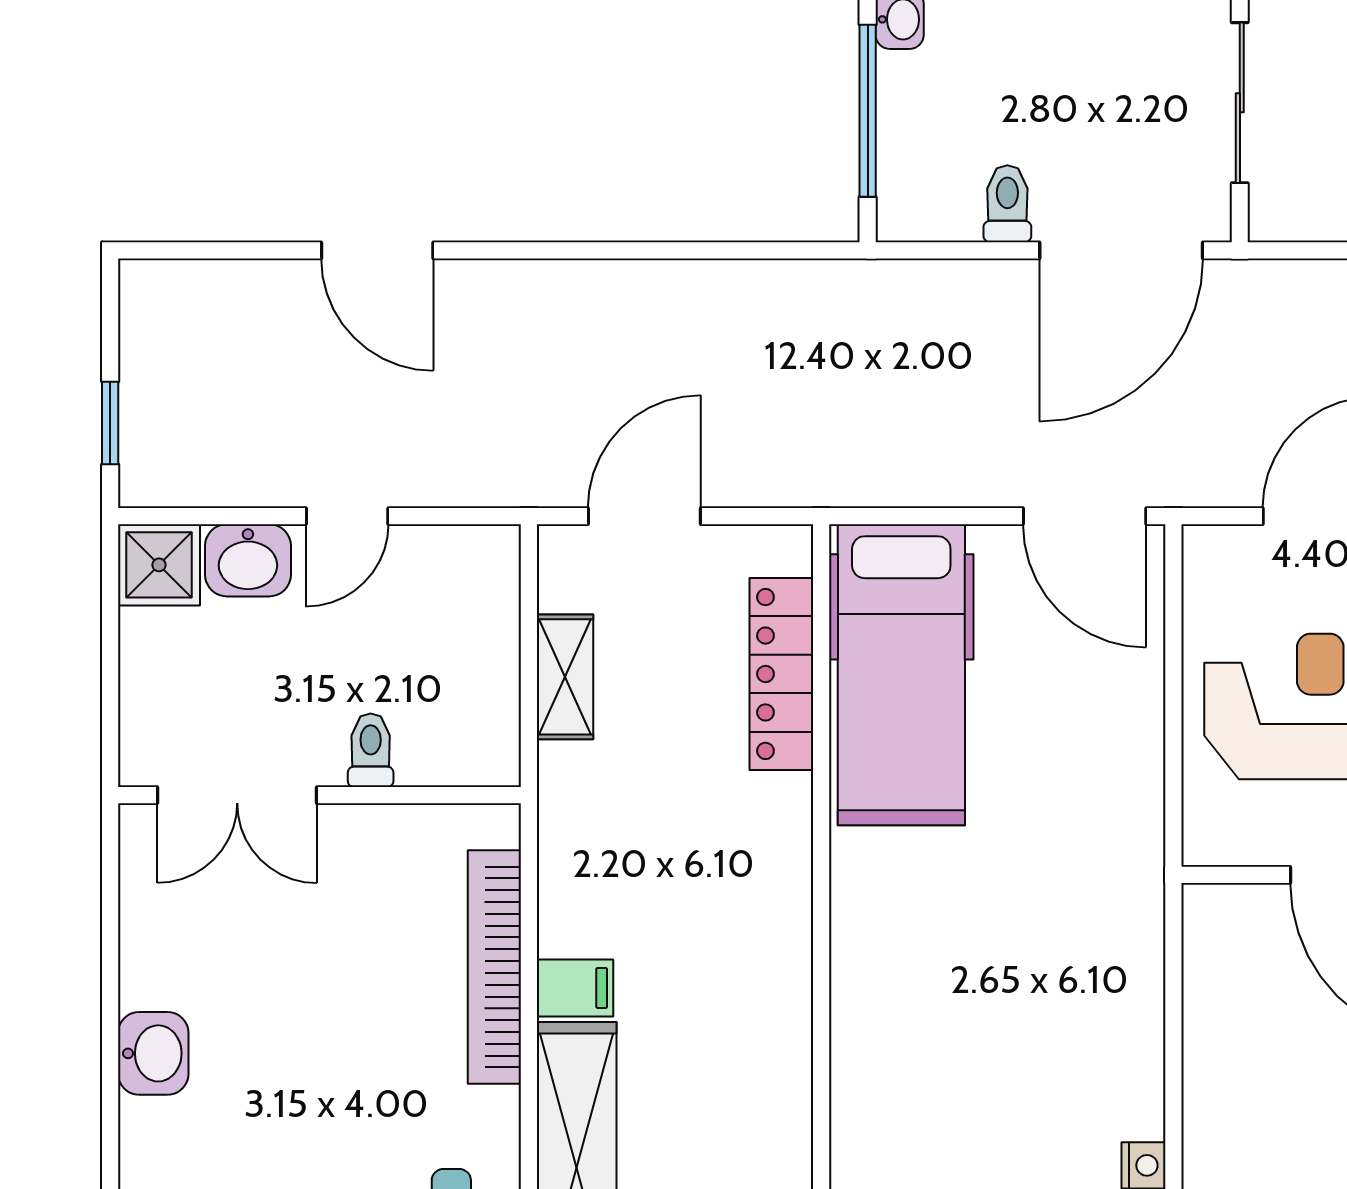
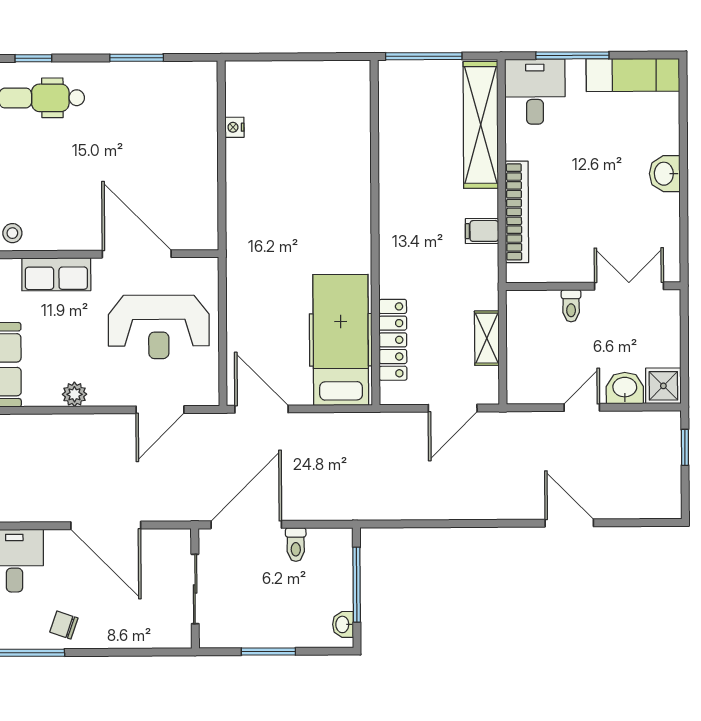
filing cabinet: (575, 988) -> (482, 231), moved

